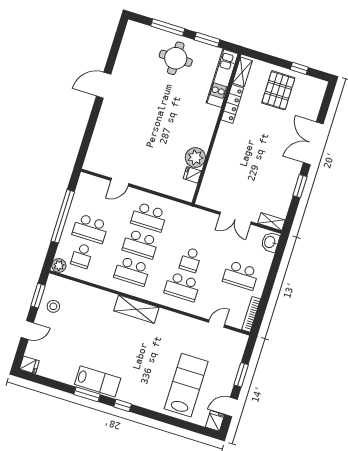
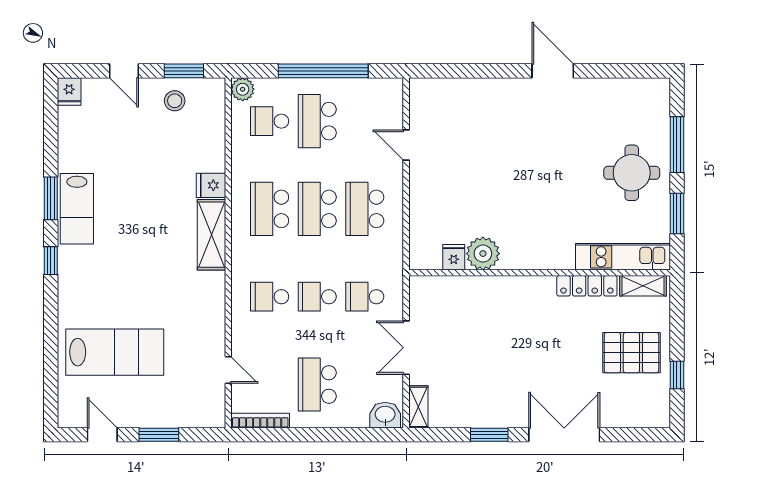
school desk: (199, 233) -> (365, 297), added
school desk: (182, 287) -> (270, 297), width x0.54
fridge: (215, 421) -> (211, 185), moved, turned 180

